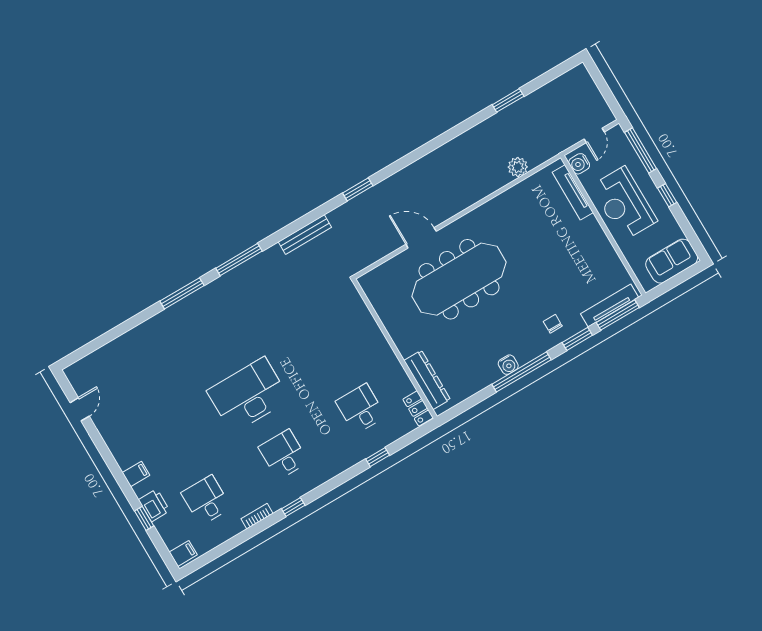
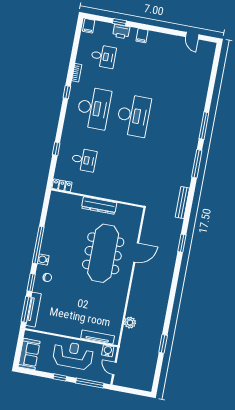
water cooler: (508, 365) -> (43, 260), moved
dresser: (427, 380) -> (99, 206), moved
desk: (283, 455) -> (94, 108), width x1.87, depth x1.30

